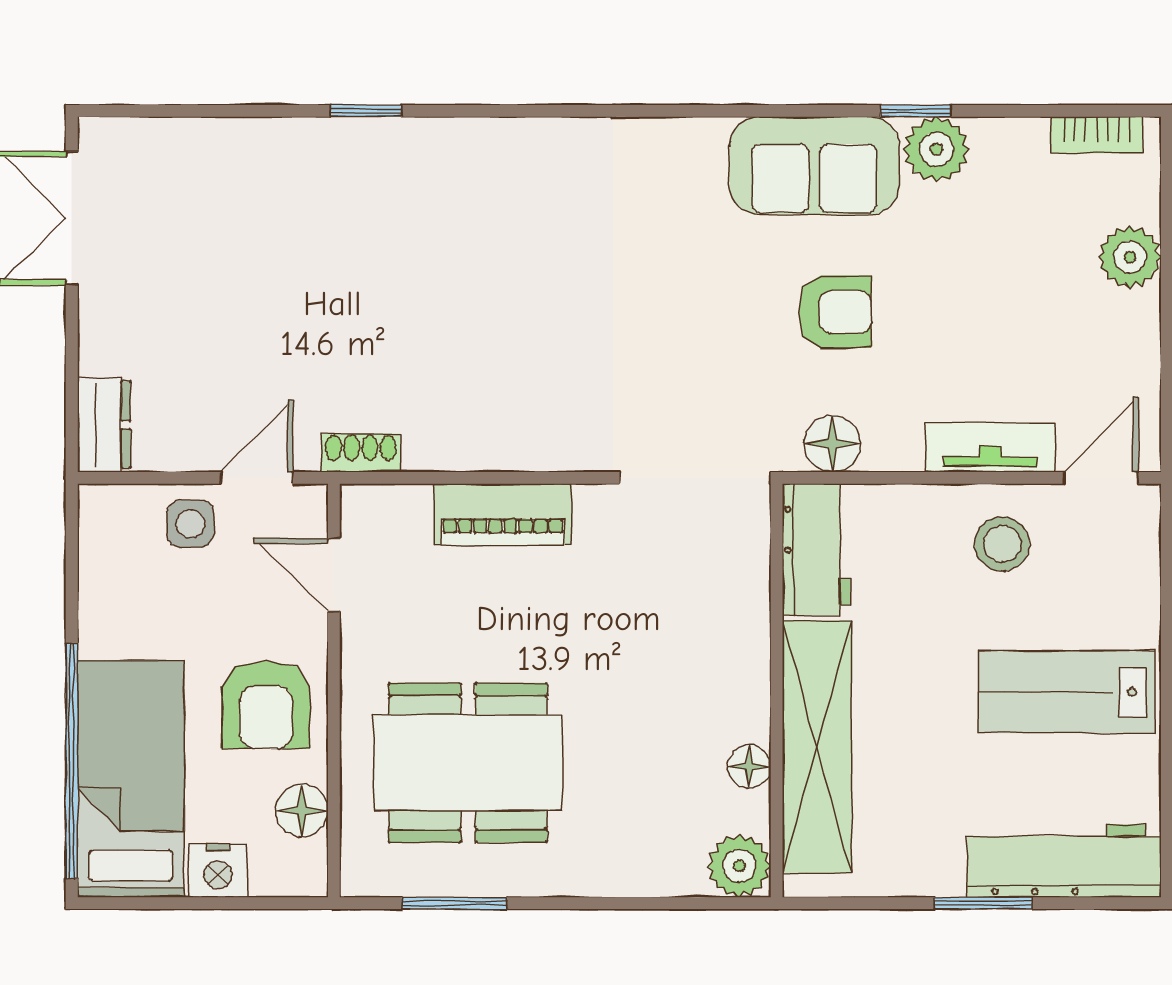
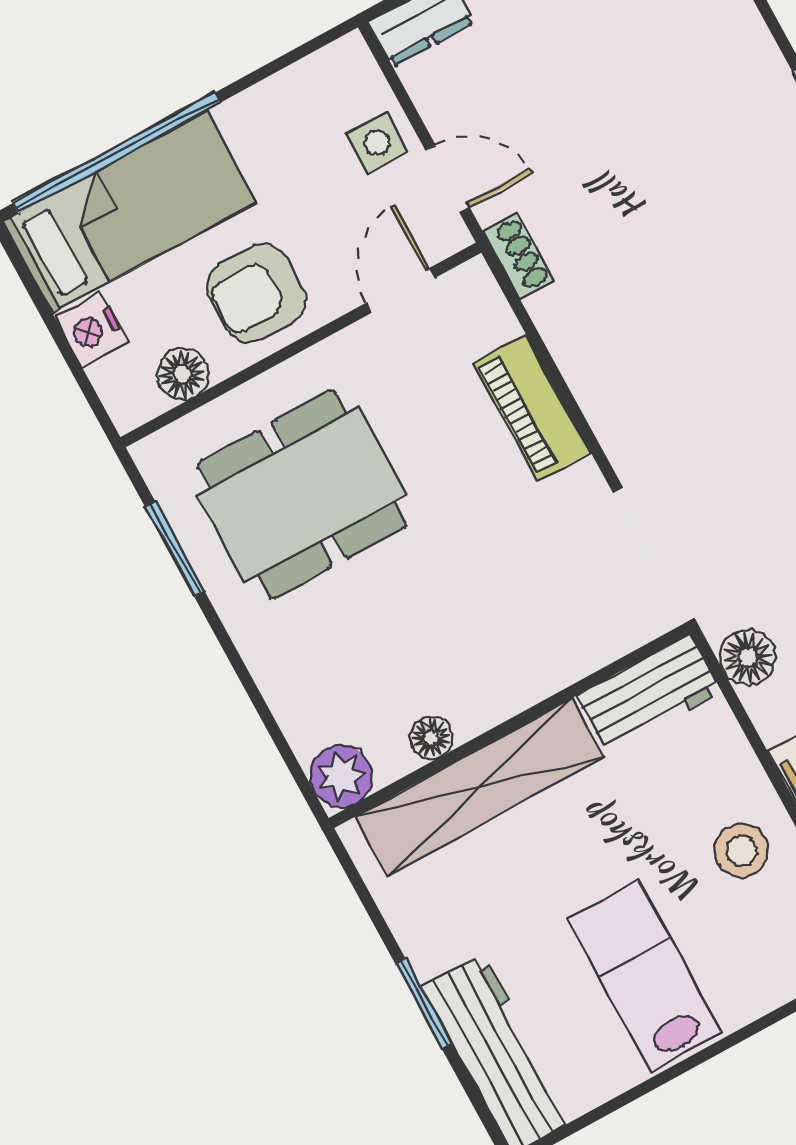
dining table: (468, 763) -> (302, 494), turned 90

